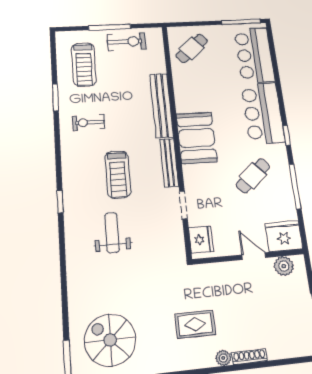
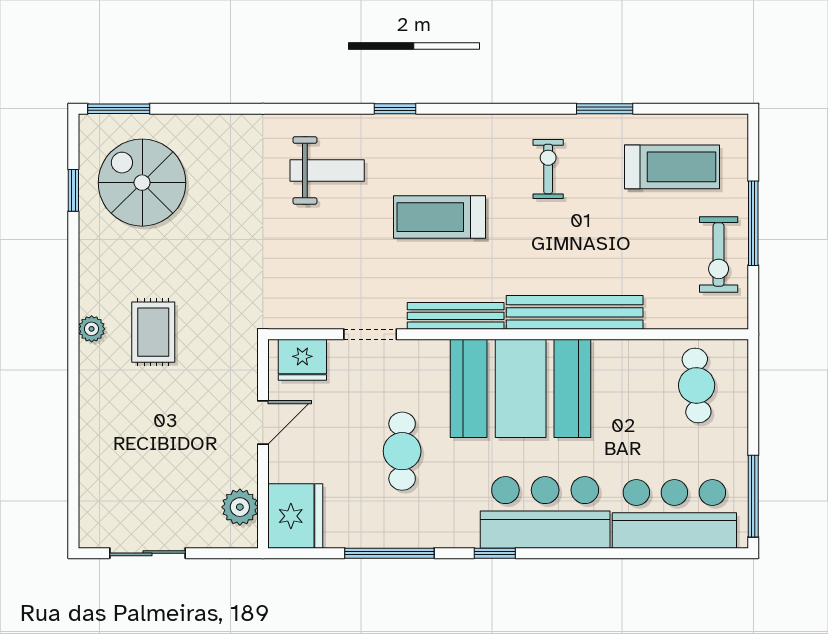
cafe table: (192, 48) -> (697, 385), turned 37
treadmill: (84, 64) -> (672, 167), turned 180
booth: (197, 138) -> (521, 388), width x1.36, depth x1.42
cafe table: (253, 176) -> (402, 451), moved, turned 42
weight bench: (112, 233) -> (327, 170), moved
door: (254, 256) -> (263, 422), moved
spiral stairs: (110, 340) -> (142, 183), turned -90
shoe rack: (249, 357) -> (89, 421), removed
plant: (223, 358) -> (92, 329), moved

